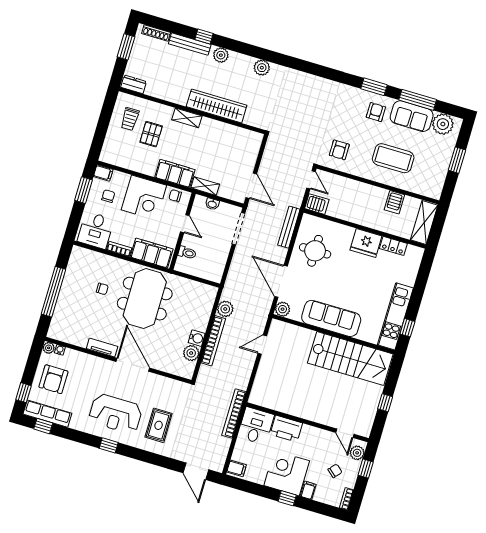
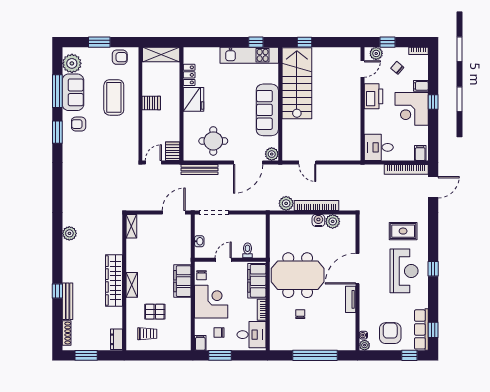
plant: (221, 55) -> (69, 272), removed
wardrobe: (217, 106) -> (114, 281), moved
armchair: (339, 150) -> (120, 57), moved
shelving: (205, 186) -> (131, 226), moved
server rack: (394, 202) -> (151, 103), moved
armchair: (53, 379) -> (390, 333), turned -90
window: (385, 403) -> (305, 42), moved
bookcase: (234, 414) -> (406, 169), moved
printer: (286, 429) -> (373, 96), moved

